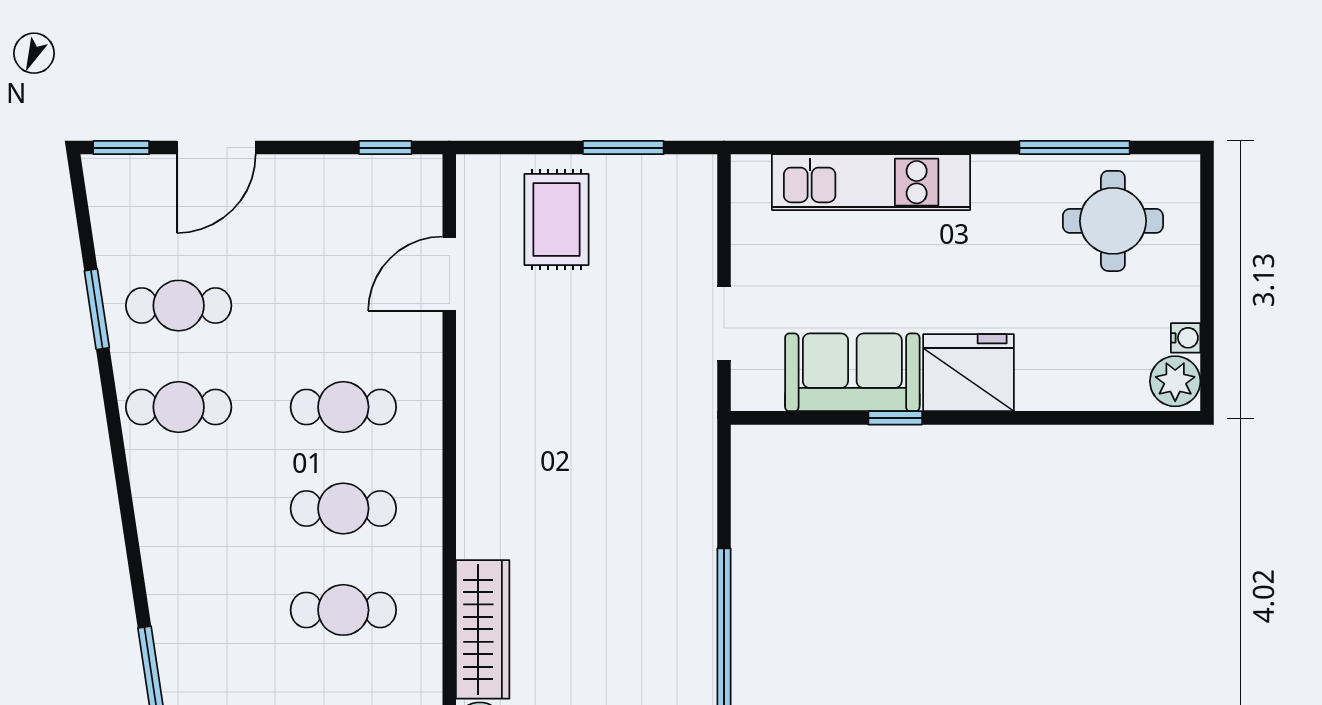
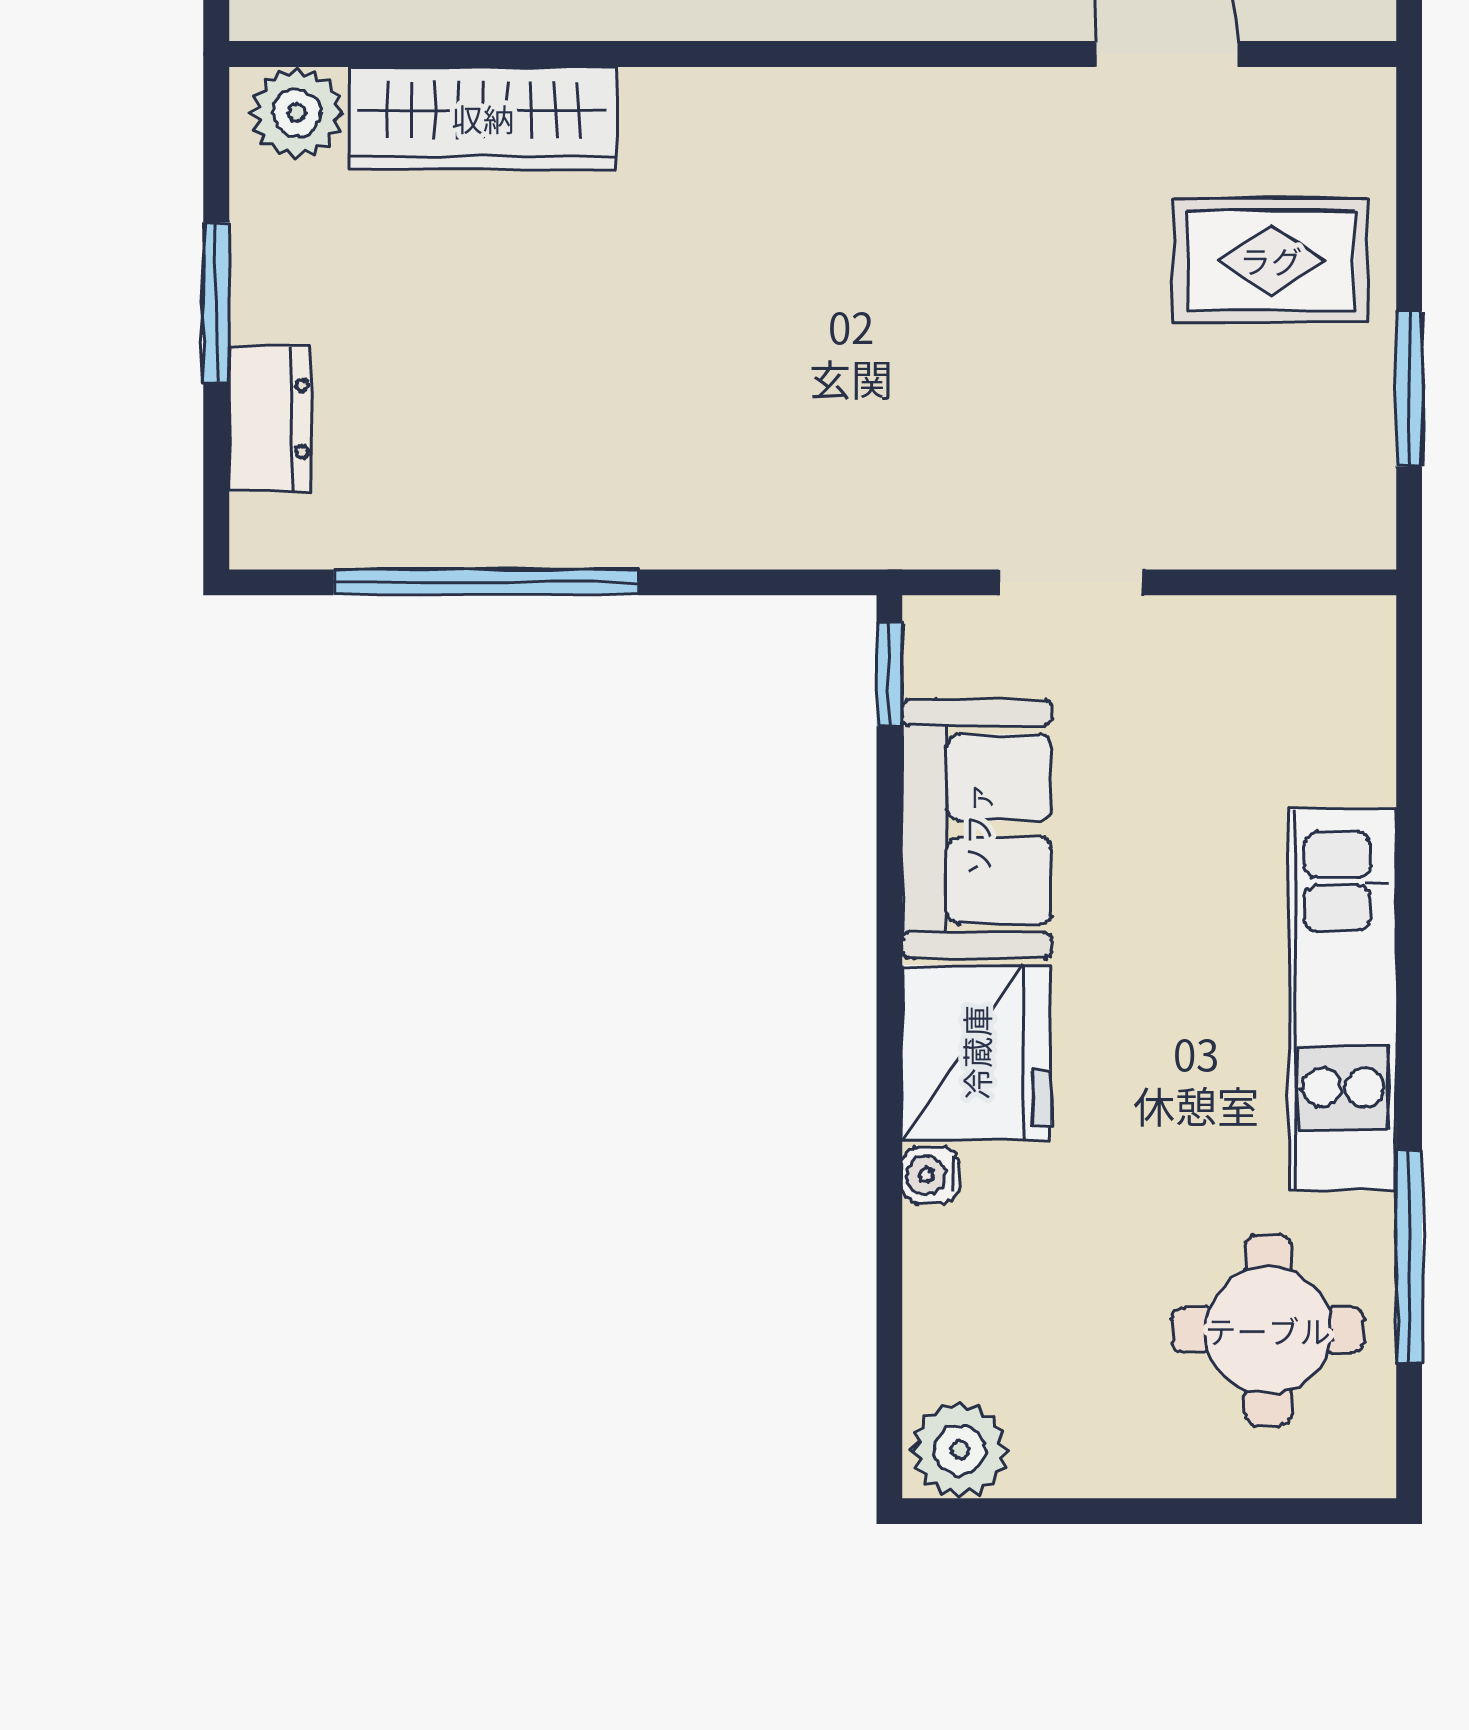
kitchen unit: (871, 182) -> (1343, 1000), moved
water cooler: (1186, 338) -> (930, 1175), moved, turned 90
window: (895, 418) -> (889, 674), moved

